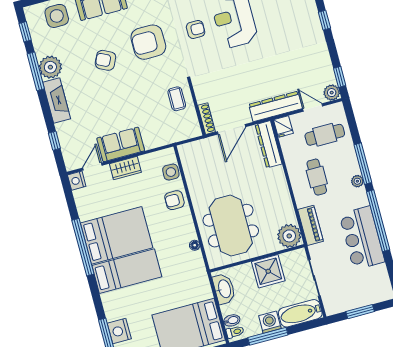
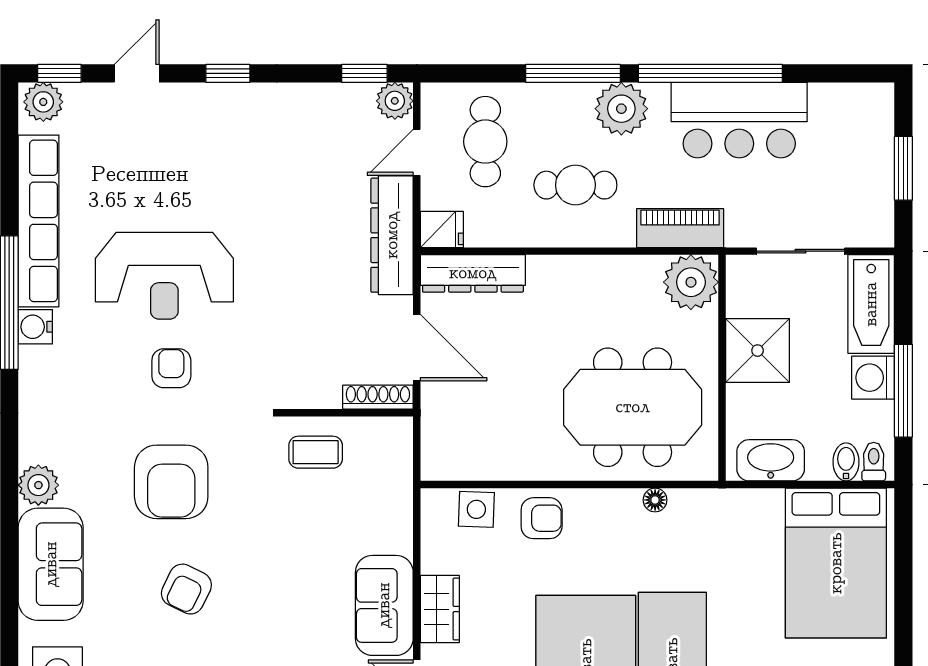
plant: (357, 181) -> (621, 109), width x1.88, depth x1.88
armchair: (174, 200) -> (542, 518), turned -90

